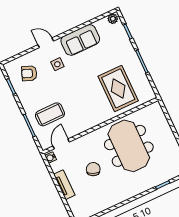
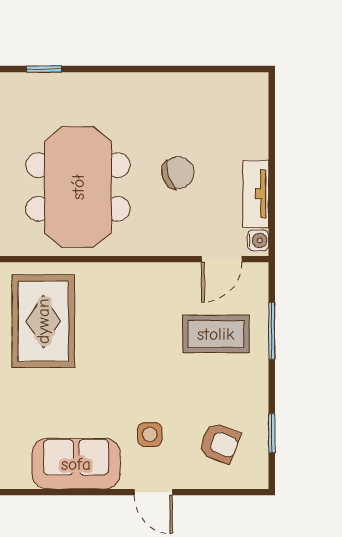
chair: (93, 169) -> (178, 173), turned -131
tv unit: (64, 185) -> (256, 194), moved

